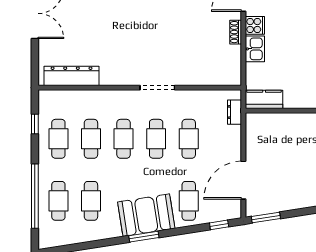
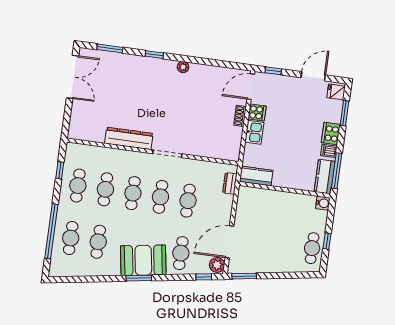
dresser: (72, 76) -> (129, 138), moved
plant: (233, 209) -> (217, 265), added

